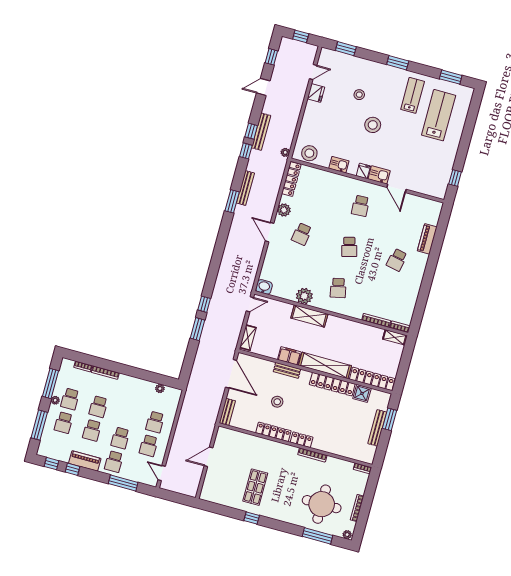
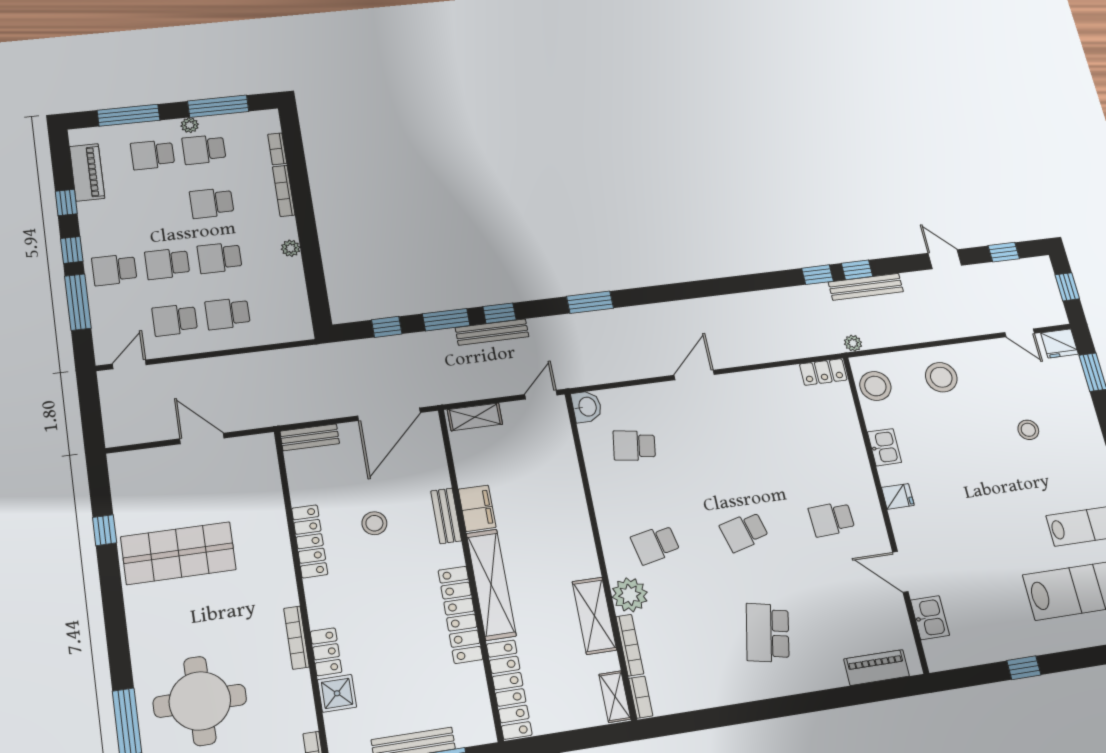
fridge: (316, 93) -> (1060, 343), moved
stool: (373, 125) -> (941, 377), moved
kitchen sink: (379, 175) -> (930, 618), moved
window: (455, 178) -> (1024, 668), moved
locker: (291, 179) -> (823, 372), width x0.66
bench: (245, 188) -> (492, 332), moved
door: (396, 188) -> (900, 572), hinge flipped
window: (232, 201) -> (590, 302), moved
plant: (284, 210) -> (748, 384), removed
school desk: (302, 234) -> (634, 446), moved
piano: (427, 239) -> (877, 668), moved
school desk: (397, 260) -> (768, 633), width x1.85
plant: (304, 296) -> (630, 595), moved
door: (250, 304) -> (541, 395), swing flipped
shelving: (309, 316) -> (594, 616), moved
window: (190, 357) -> (387, 327), added
plant: (160, 388) -> (291, 248), moved
shower: (362, 393) -> (337, 693), moved
school desk: (92, 430) -> (220, 258), moved
locker: (302, 440) -> (326, 652), moved
piano: (85, 461) -> (87, 172), moved
window: (51, 464) -> (72, 250), moved
shop shelf: (255, 487) -> (178, 553), width x1.43, depth x1.36
window: (252, 518) -> (105, 530), moved

